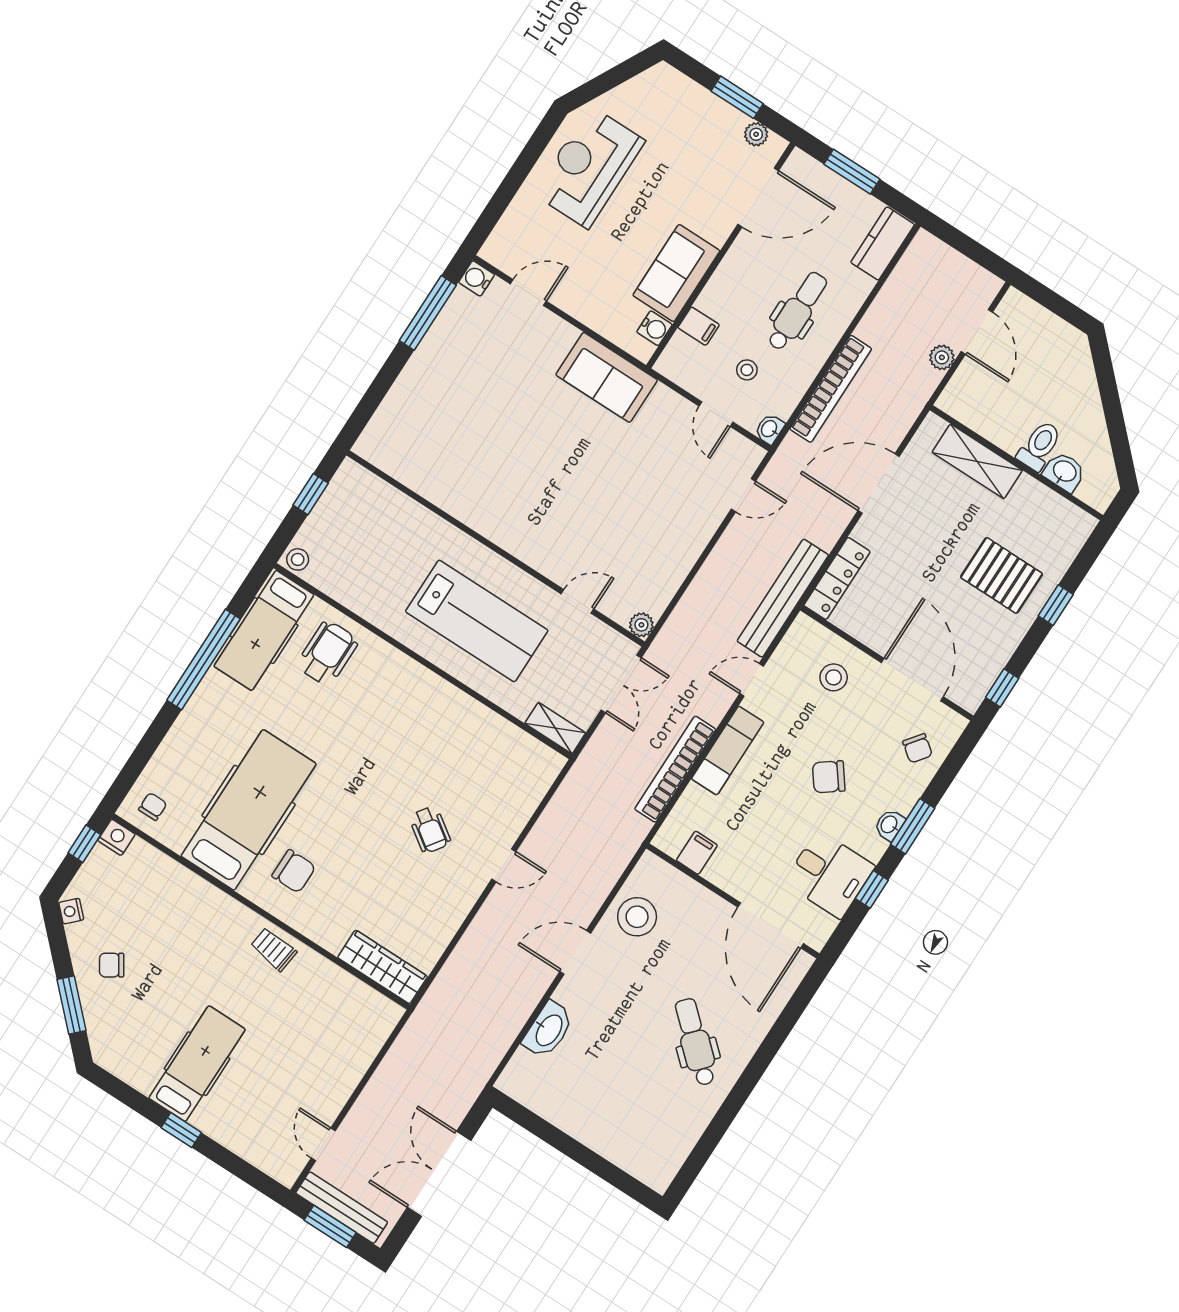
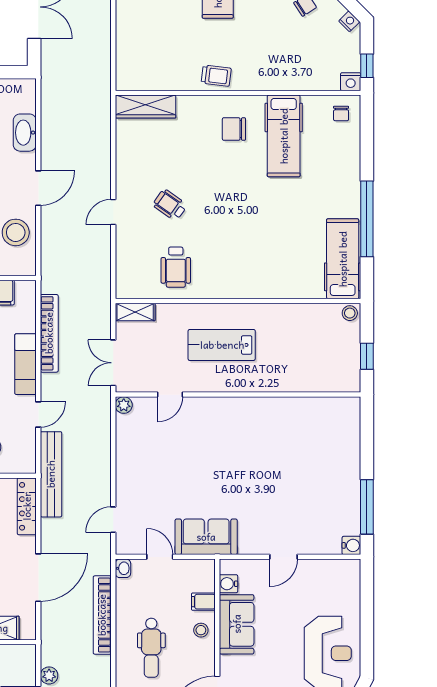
door: (528, 292) -> (284, 557), moved
stool: (747, 370) -> (201, 630), moved
sofa: (607, 377) -> (206, 537), moved
lab bench: (477, 621) -> (222, 345), width x0.73, depth x0.72
wheelchair: (327, 653) -> (176, 267), moved
hospital bed: (249, 810) -> (284, 136), width x0.73, depth x0.78

